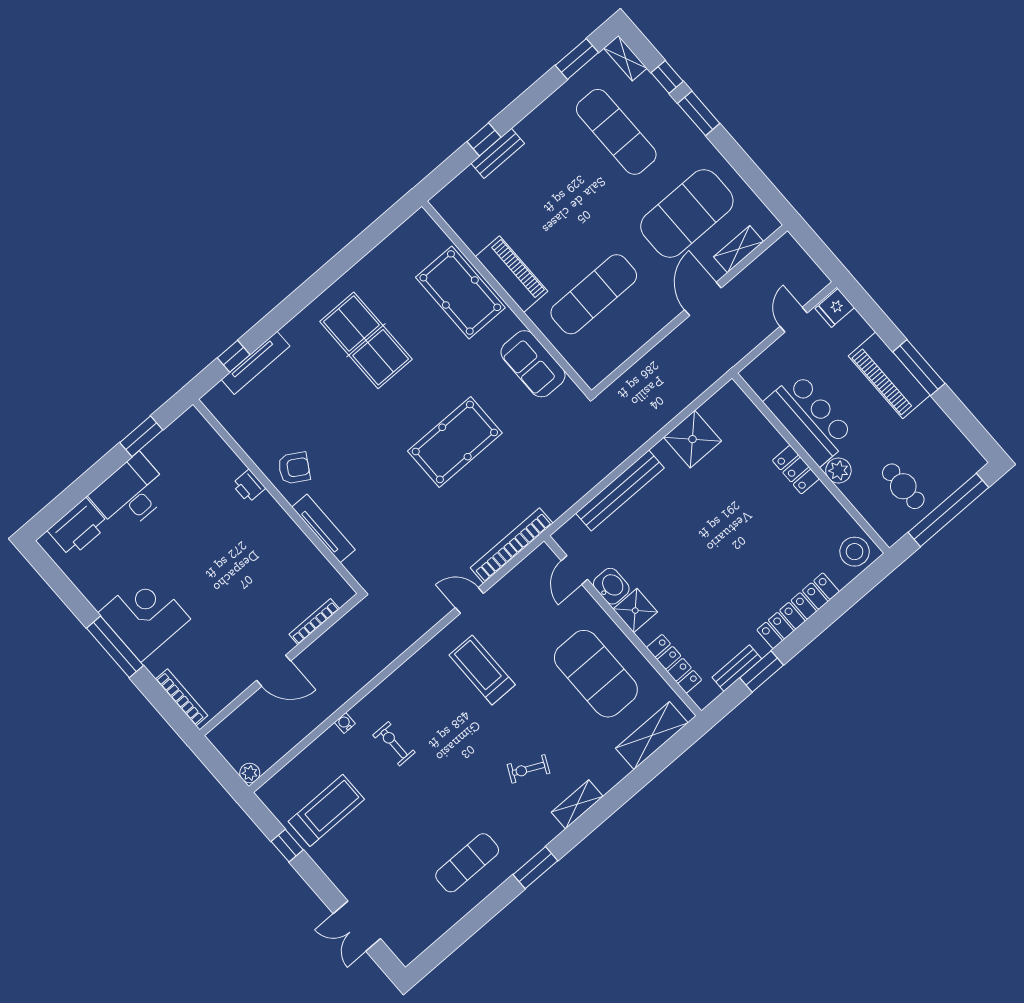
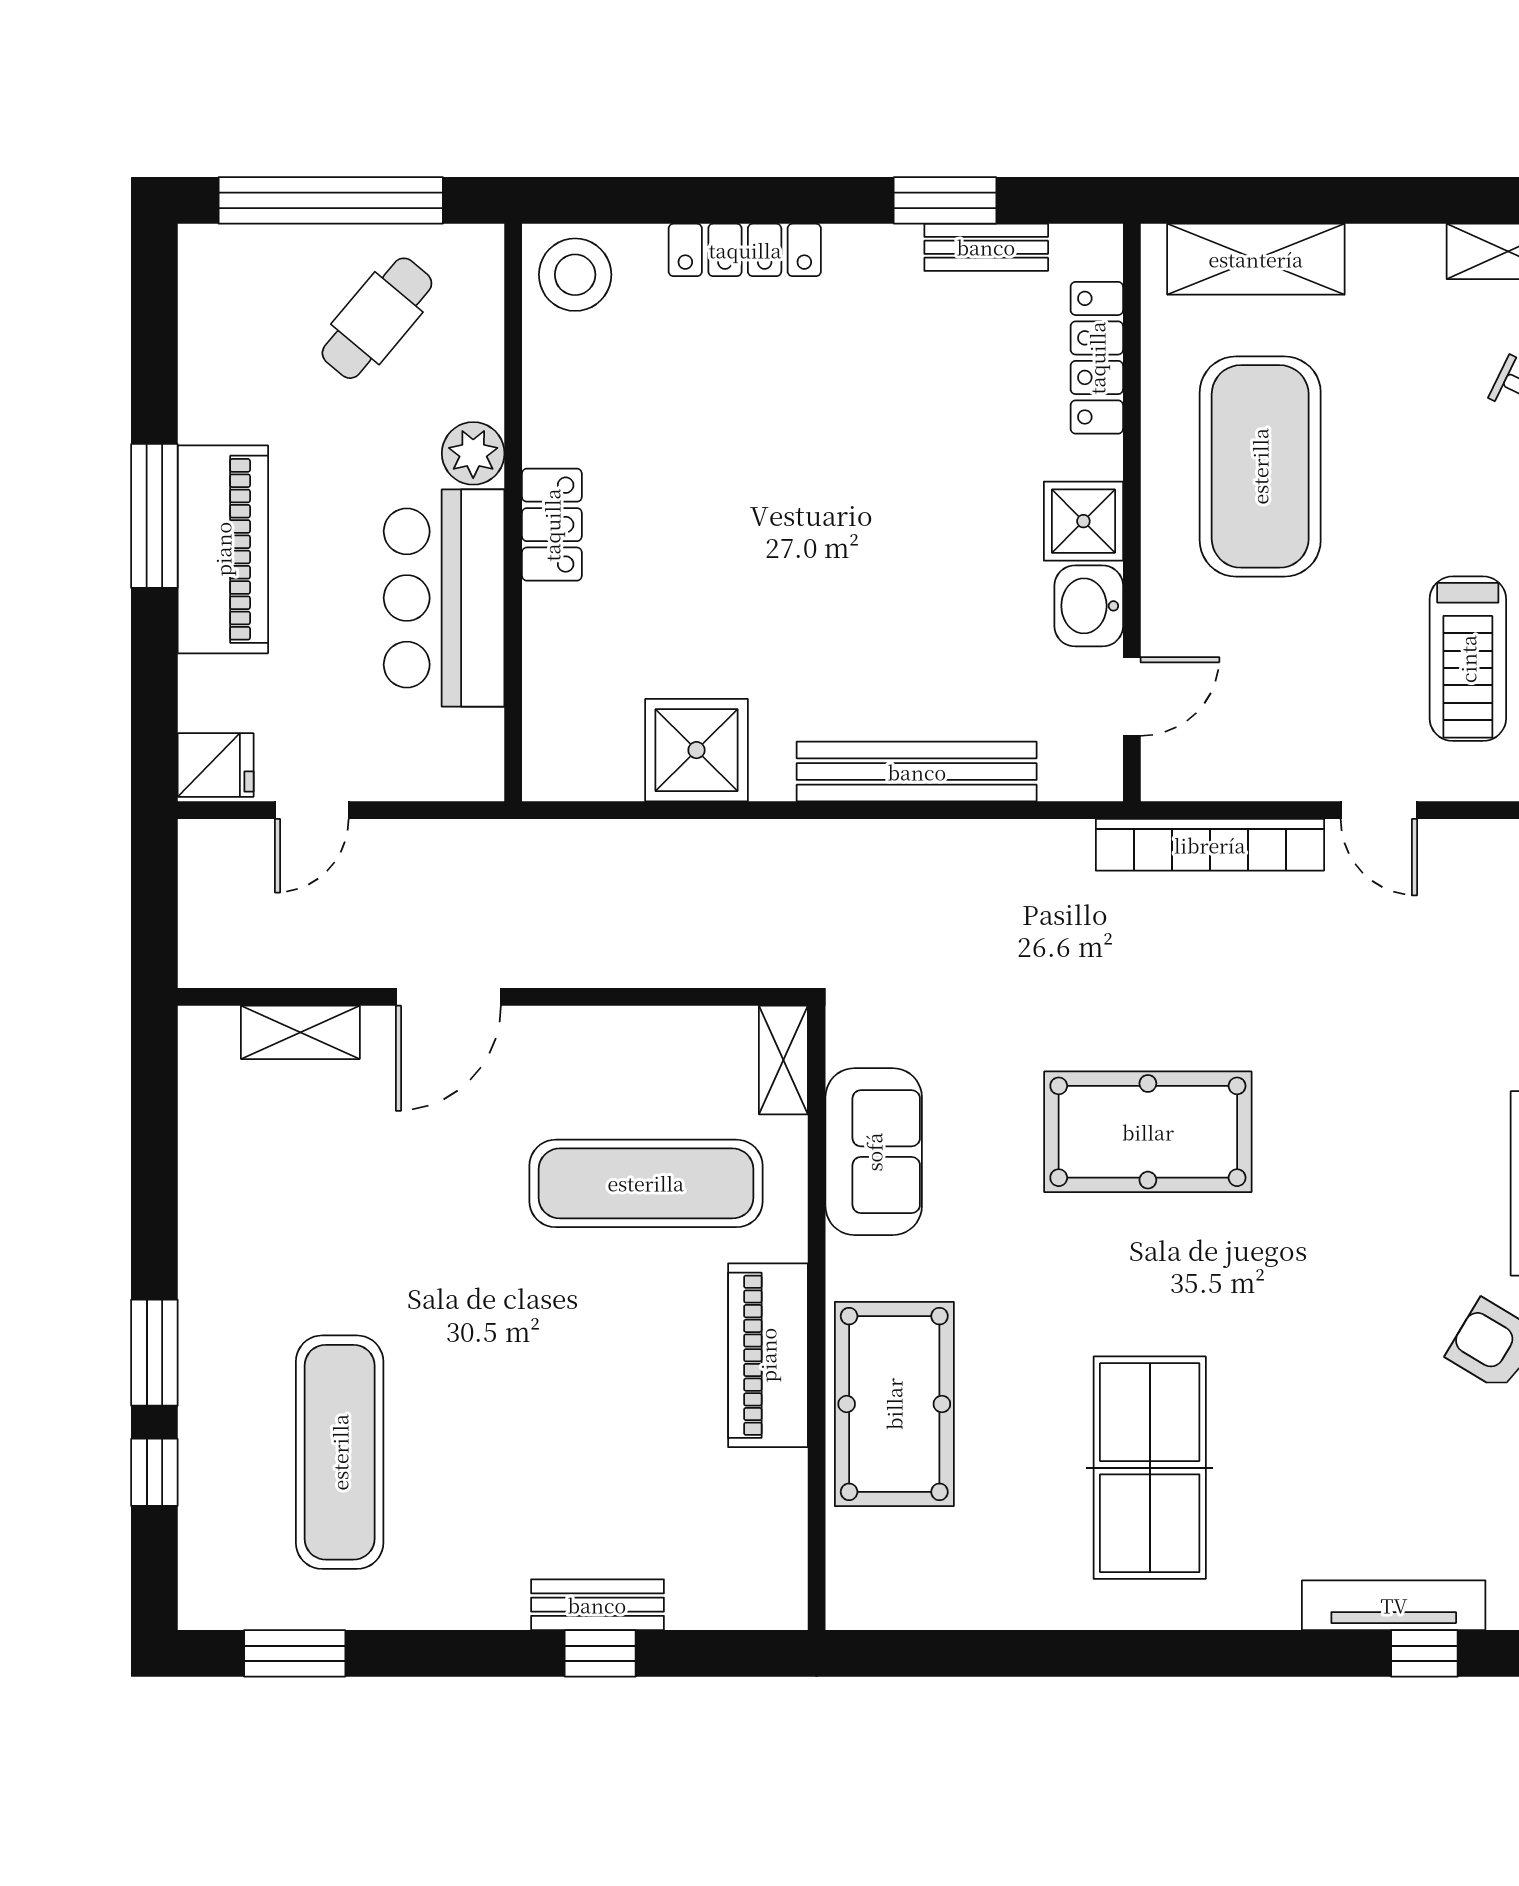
shelving: (625, 58) -> (783, 1060), moved
exercise mat: (687, 214) -> (340, 1183), removed
cafe table: (903, 486) -> (377, 318), turned 40
locker: (798, 611) -> (745, 250), width x0.71, depth x0.83

